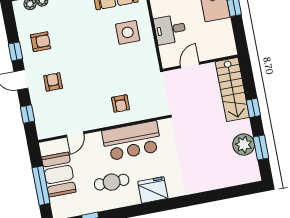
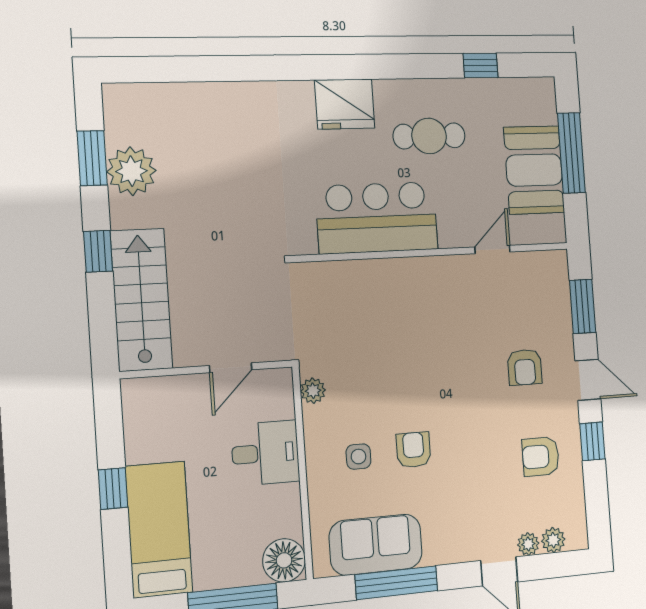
side table: (128, 32) -> (359, 457), width x0.54, depth x0.54
plant: (152, 59) -> (313, 391), added
armchair: (120, 104) -> (413, 450), moved
window: (27, 114) -> (583, 306), width x1.50

